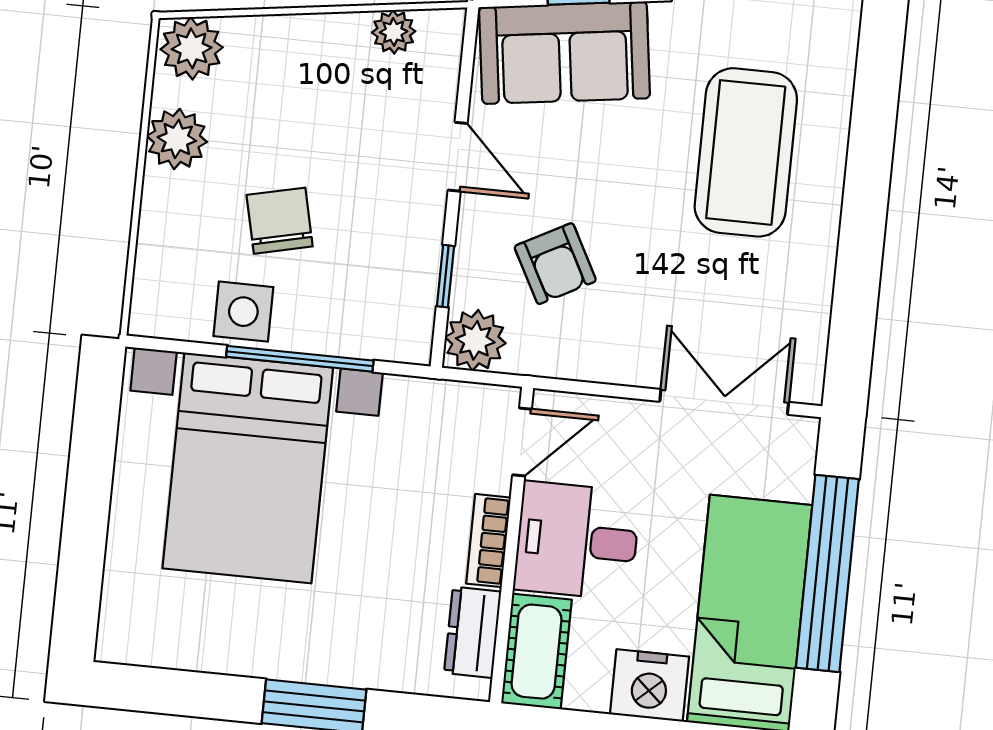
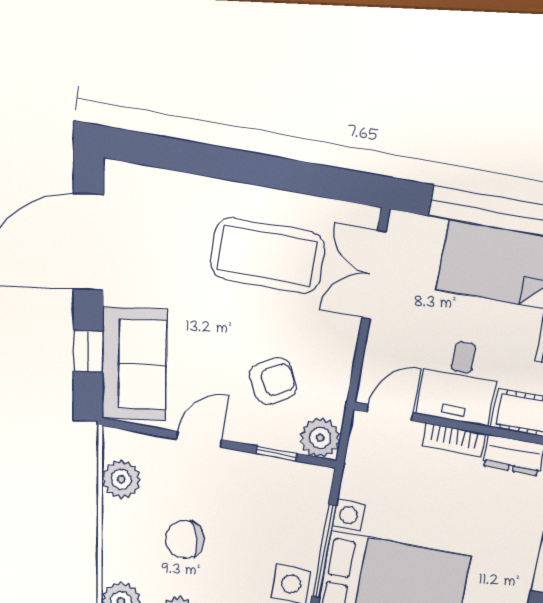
plant: (394, 32) -> (121, 479), width x1.38, depth x1.38
coffee table: (746, 152) -> (267, 256), moved
chair: (280, 221) -> (185, 539), moved
door: (522, 442) -> (390, 413), hinge flipped

